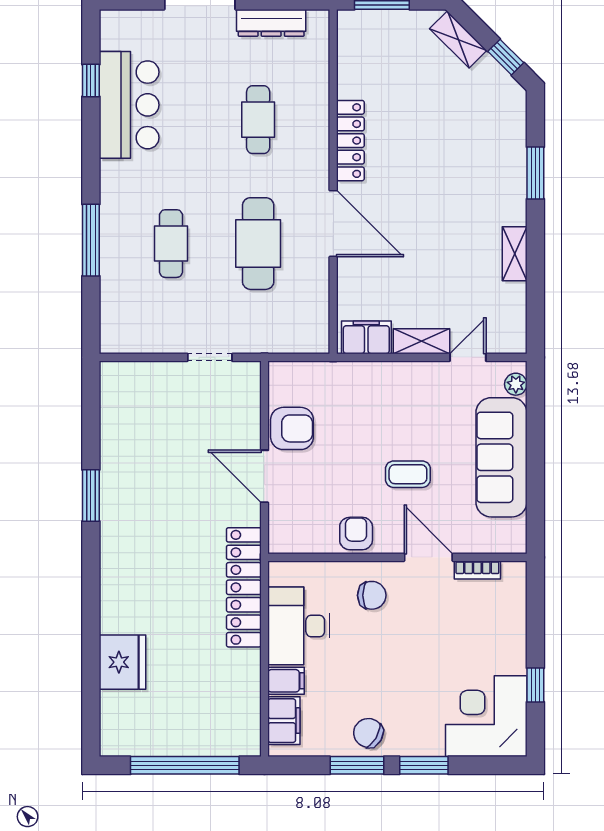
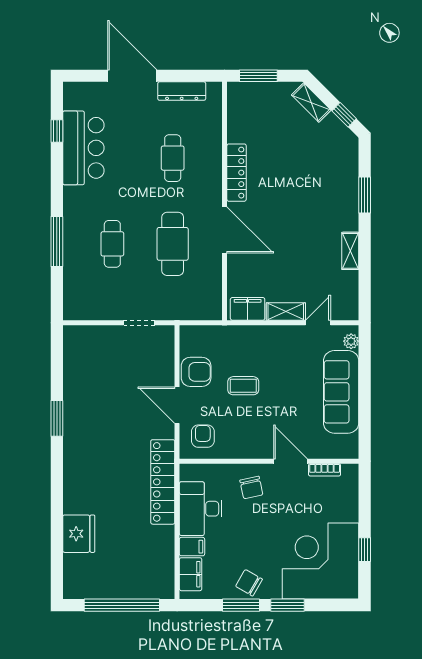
coffee table: (408, 474) -> (243, 386), moved
armchair: (356, 533) -> (203, 436), moved
chair: (372, 595) -> (251, 487), turned 78
corner desk: (486, 716) -> (321, 561), width x1.36, depth x1.36

